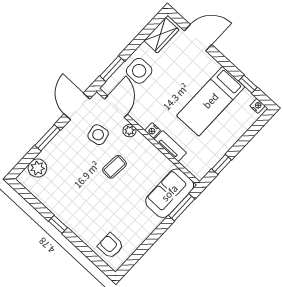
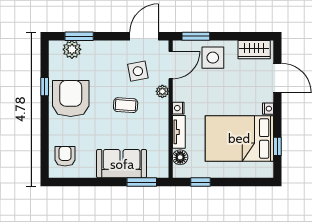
bed: (211, 101) -> (239, 138), width x1.50
nightstand: (257, 106) -> (268, 109), moved
window: (48, 138) -> (79, 36), moved
floor lamp: (190, 162) -> (180, 157), added
sofa: (170, 193) -> (122, 164), moved
armchair: (72, 202) -> (71, 99), added
window: (58, 224) -> (45, 87), moved

